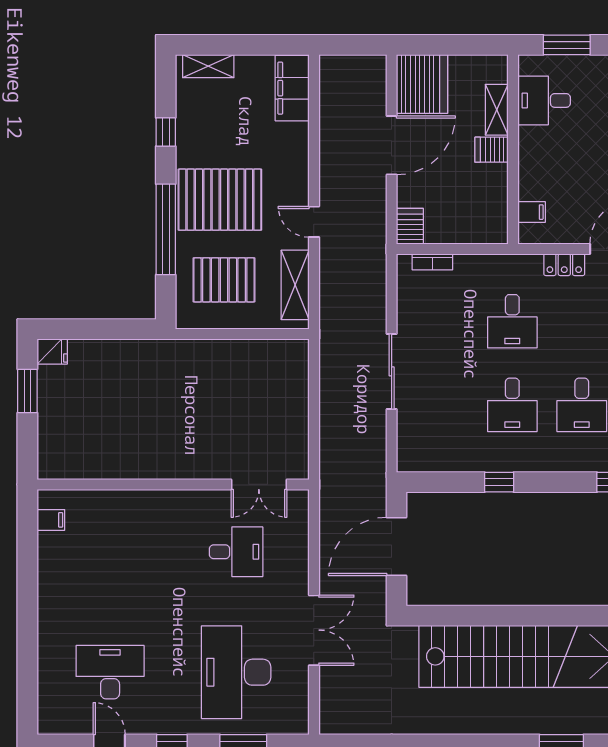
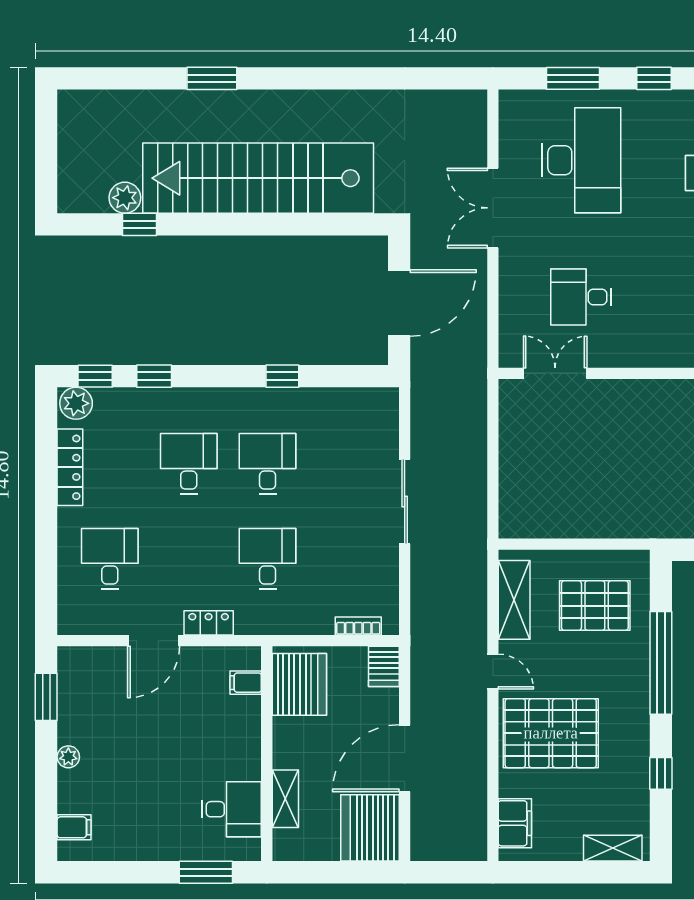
filing cabinet: (292, 88) -> (515, 823), width x0.67, depth x0.86
server rack: (492, 150) -> (299, 684), moved, width x2.18, depth x1.44
pallet: (220, 200) -> (551, 733), moved

